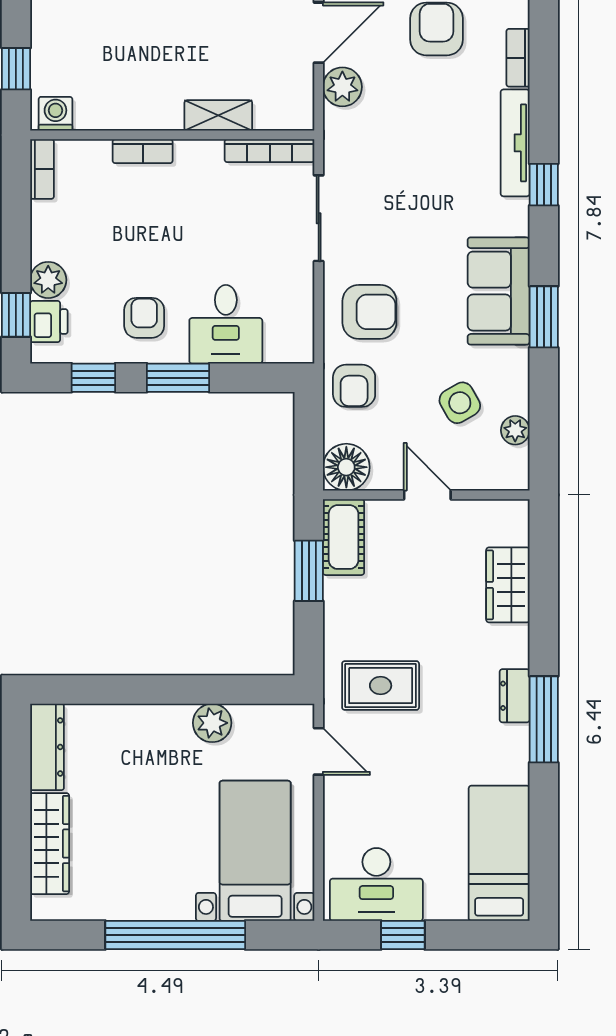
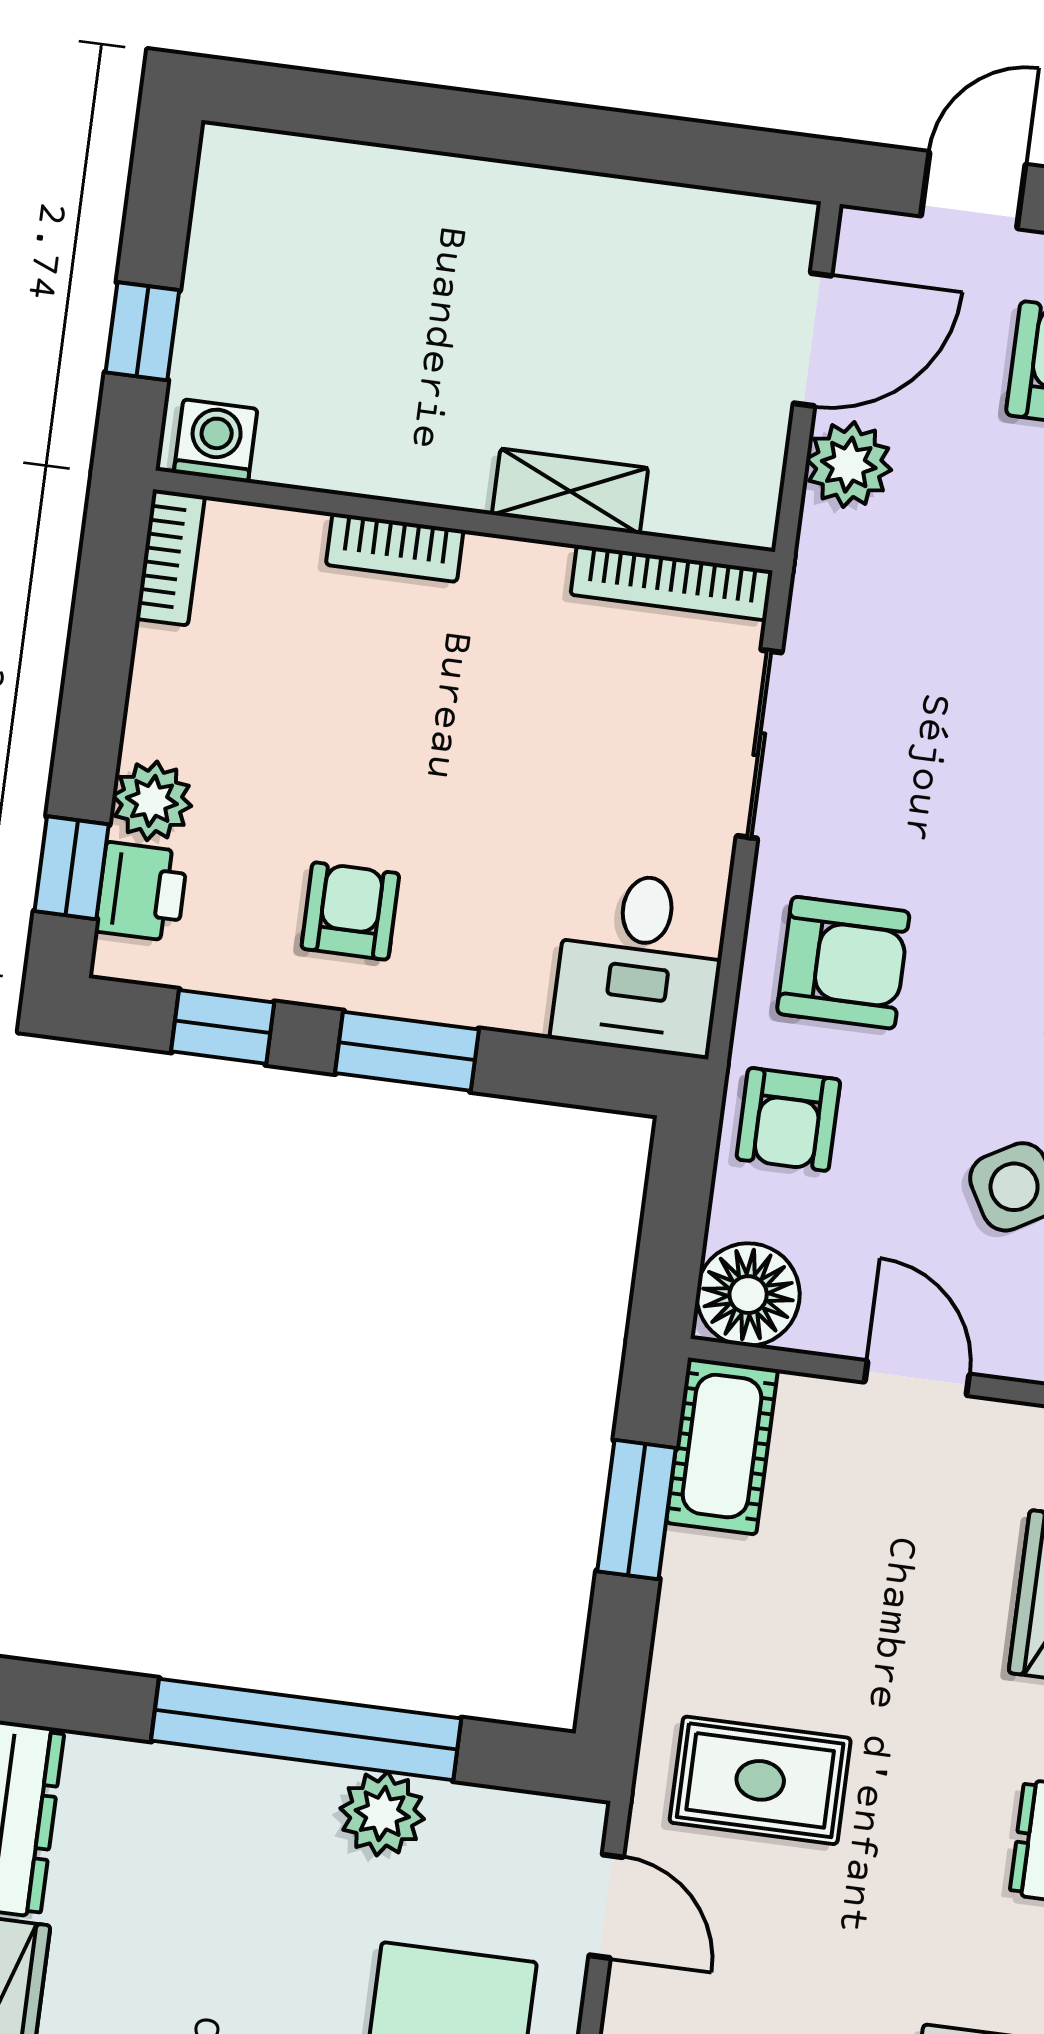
desk: (226, 324) -> (640, 963), moved
window: (173, 690) -> (306, 1730), added

